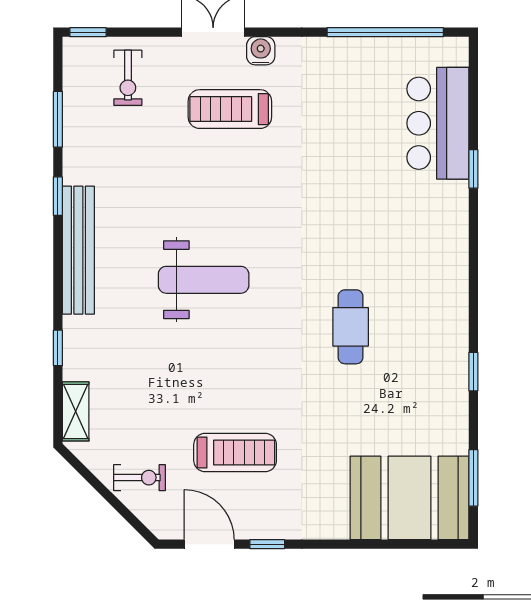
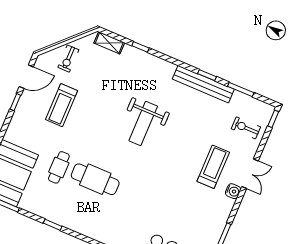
bench: (78, 250) -> (203, 84), moved
cafe table: (351, 327) -> (95, 179), width x1.37, depth x1.35
cafe table: (358, 407) -> (59, 167), added

